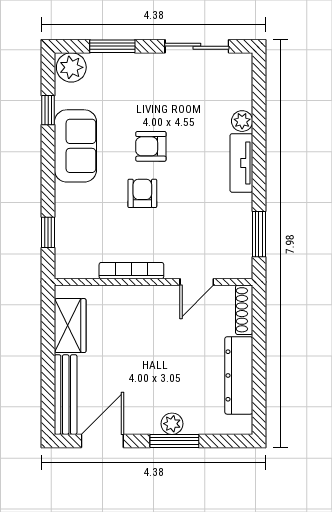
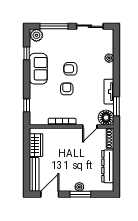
window: (112, 46) -> (54, 26), width x1.44
tv unit: (241, 163) -> (109, 92), moved
floor lamp: (235, 261) -> (106, 118), added

